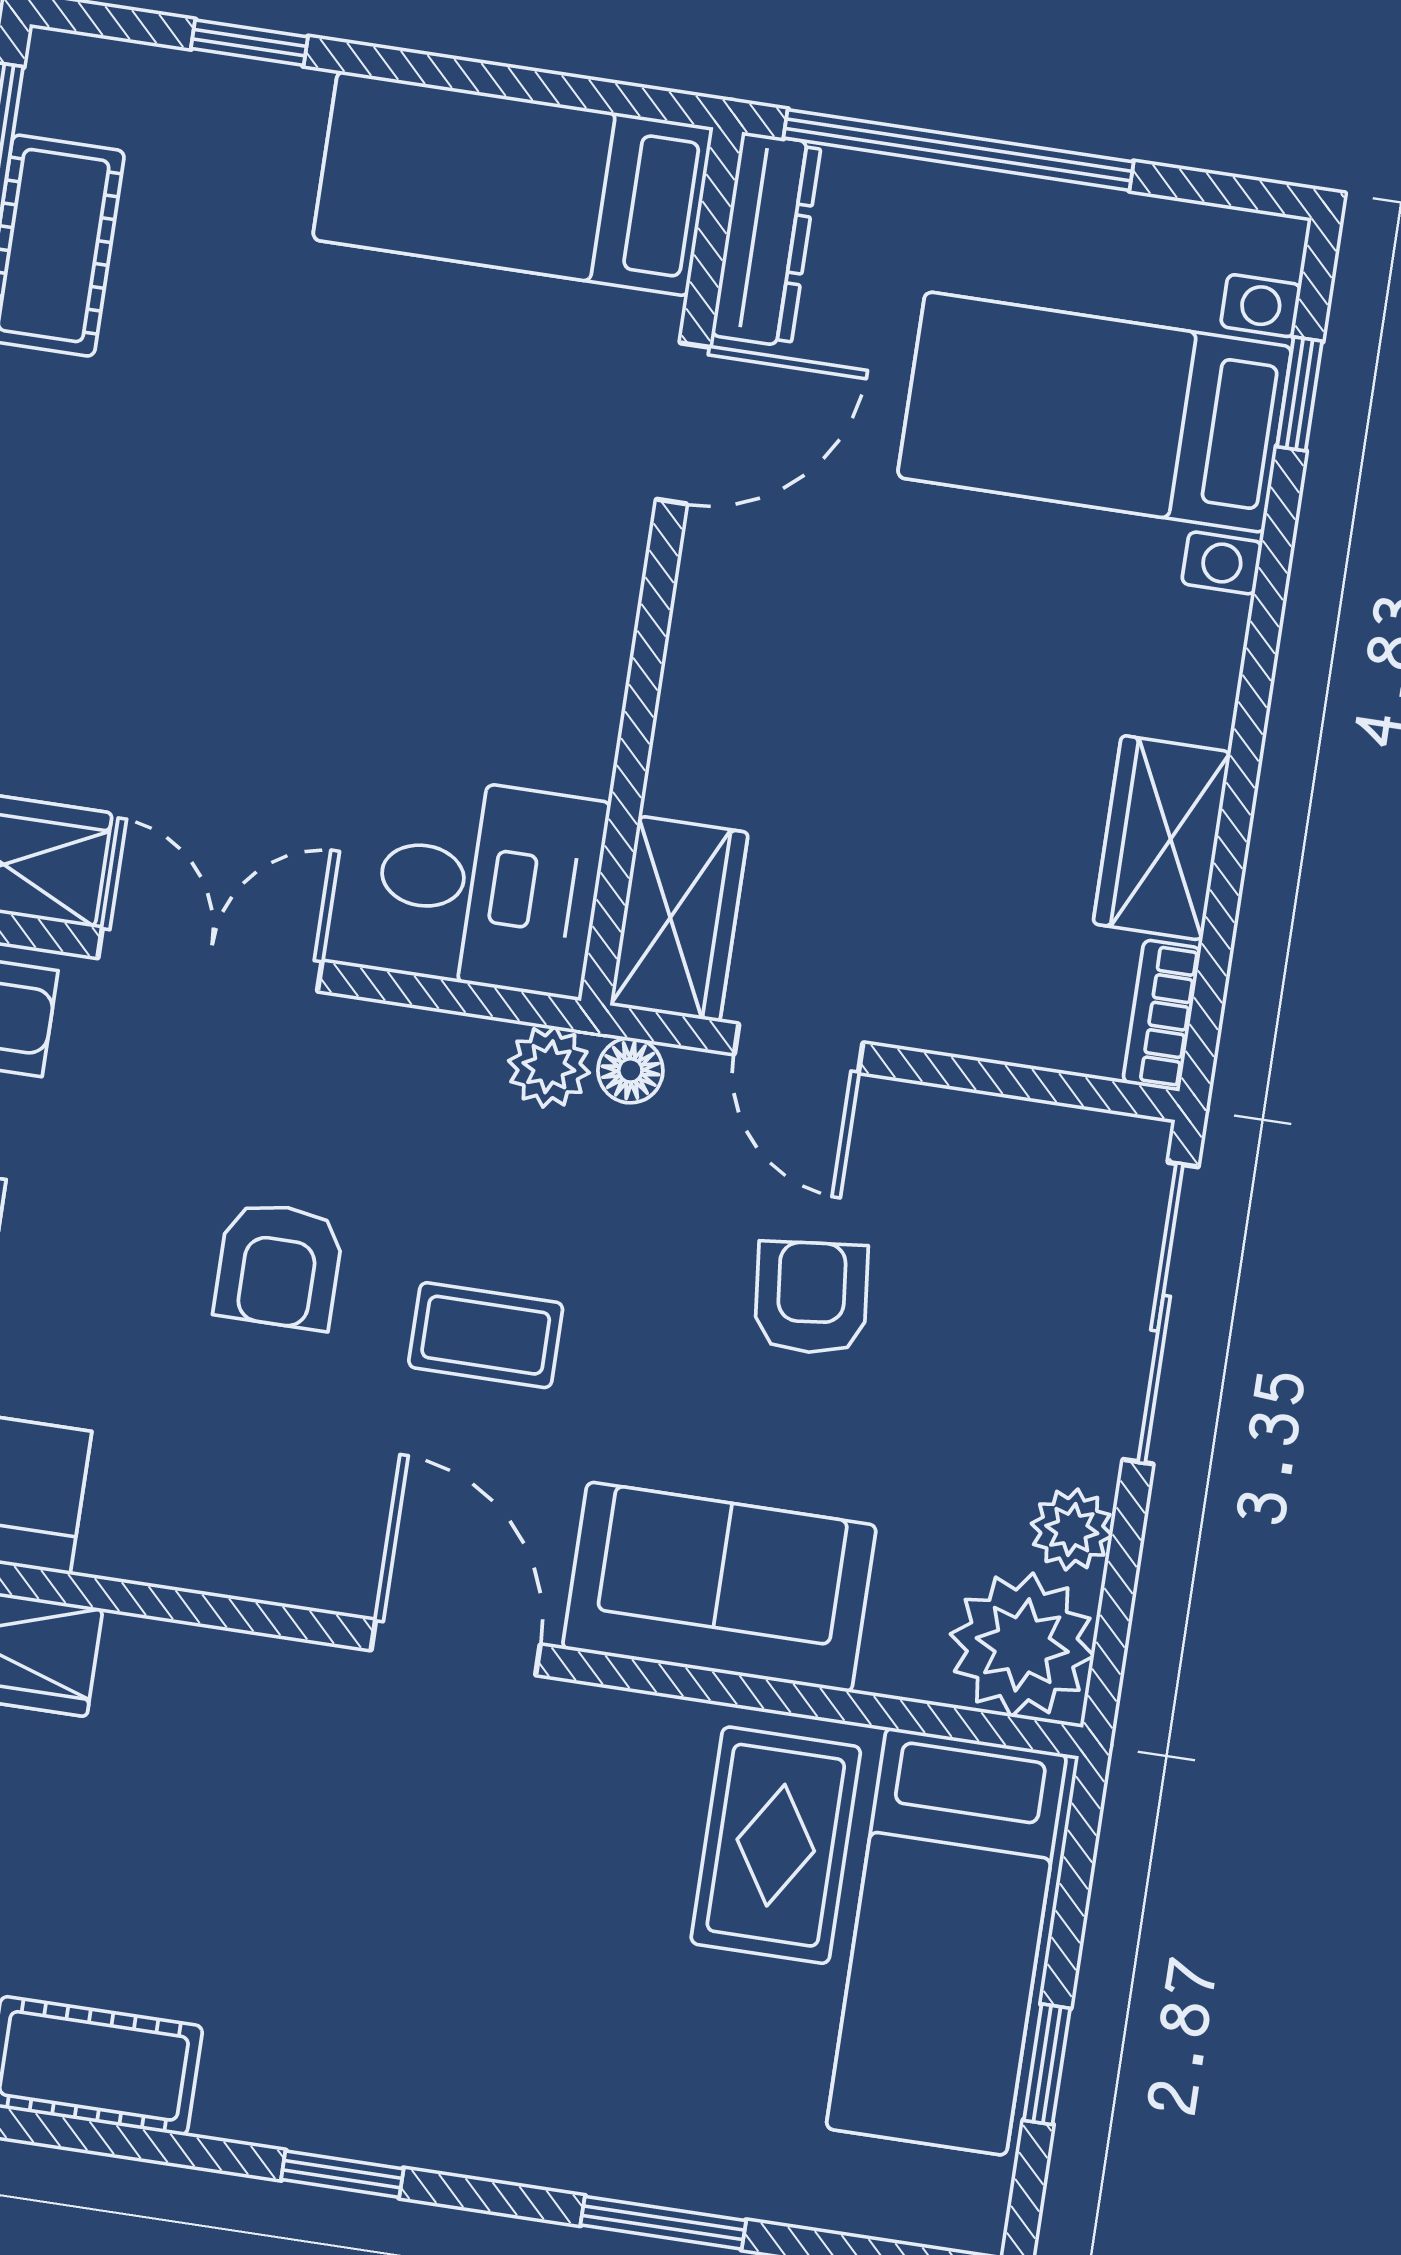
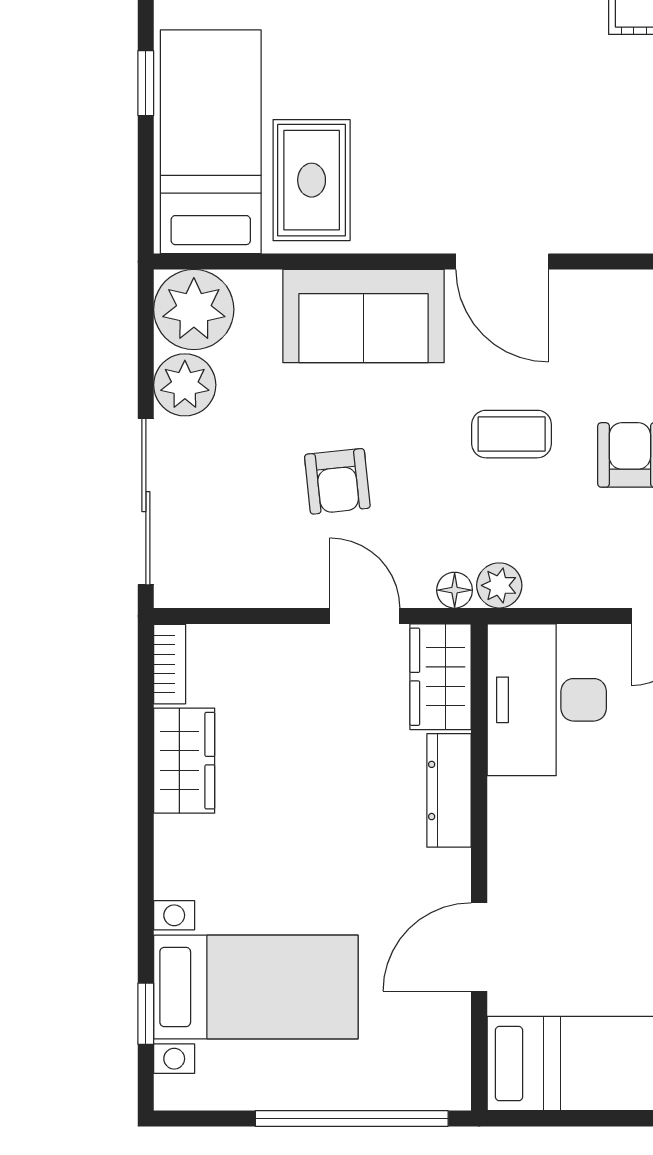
dresser: (766, 240) -> (449, 790), moved
desk: (489, 886) -> (547, 700), width x1.37
plant: (1072, 1530) -> (185, 385), width x1.38, depth x1.38

